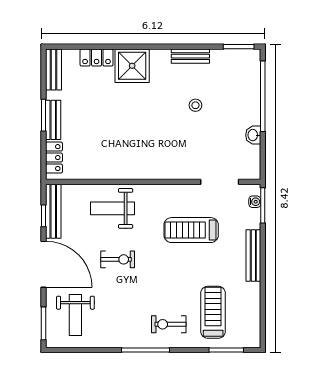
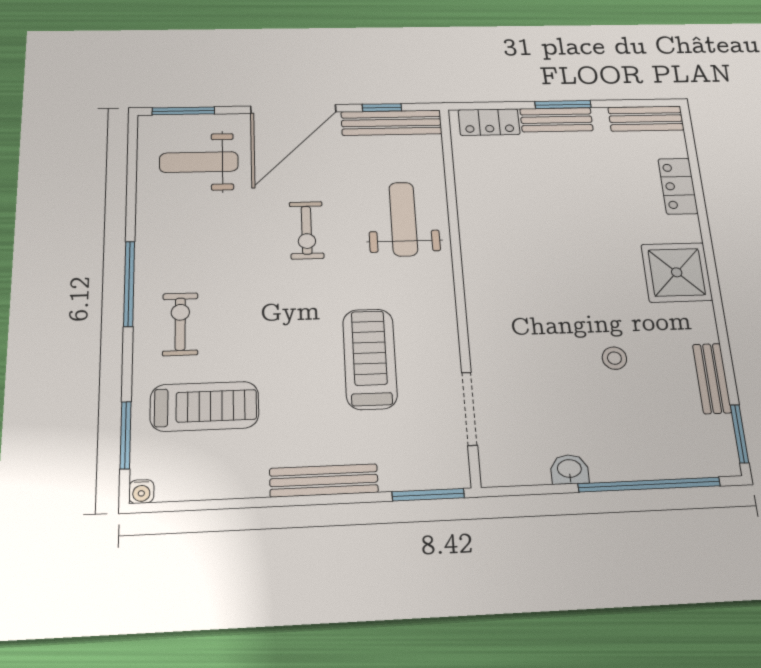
bench: (190, 56) -> (712, 378), moved
shower: (132, 66) -> (677, 272), moved
water cooler: (255, 202) -> (141, 491), moved

